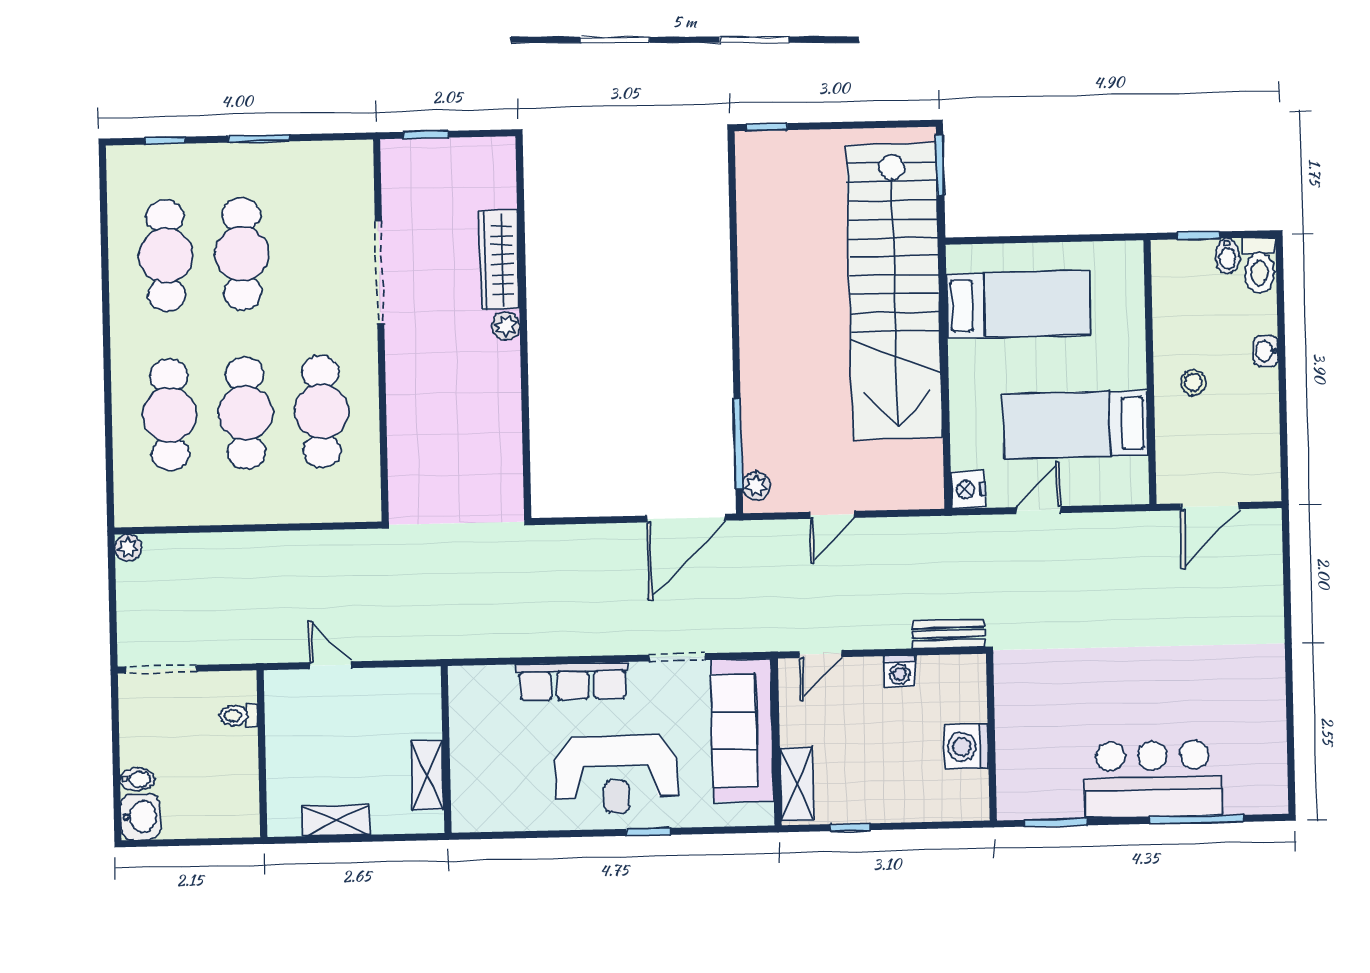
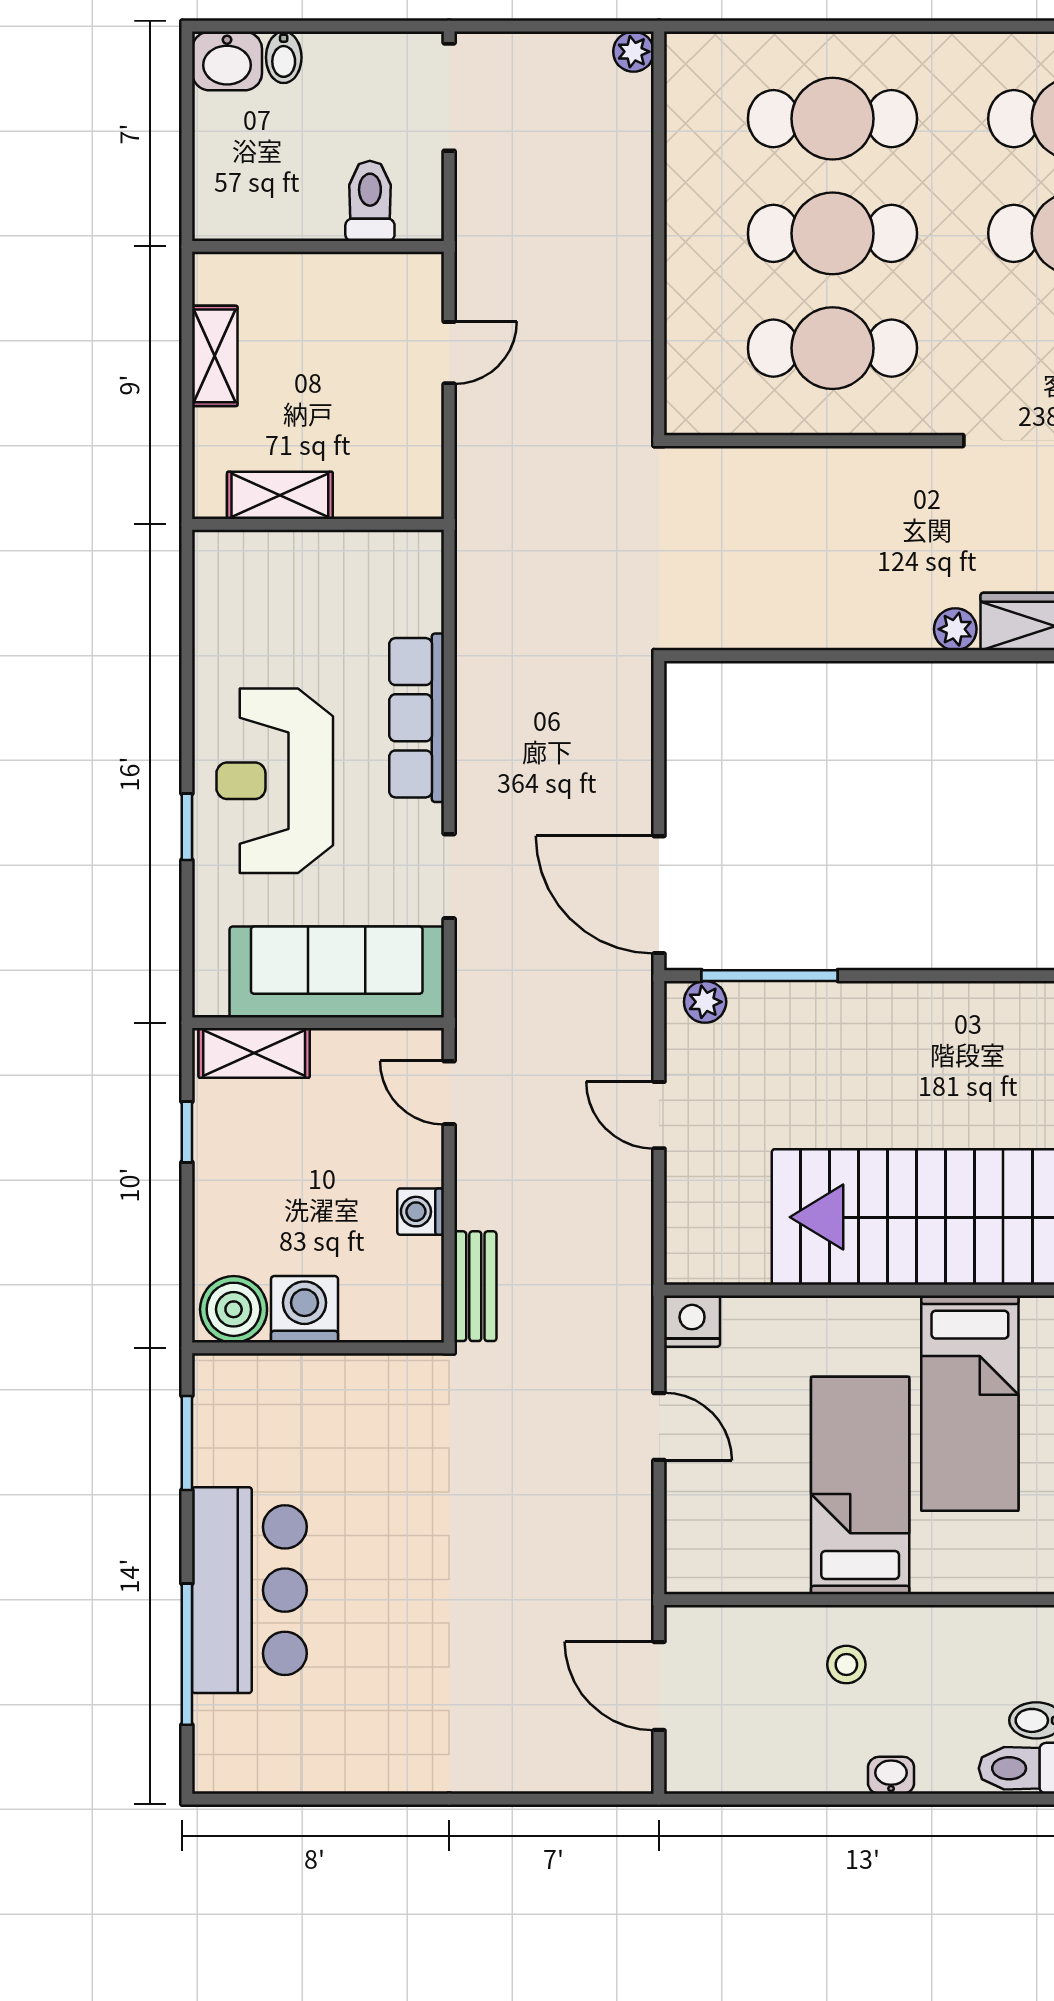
bed: (1076, 425) -> (860, 1486), moved
toilet: (238, 715) -> (370, 201), width x1.37, depth x1.39
boiler: (967, 794) -> (234, 1309), added

